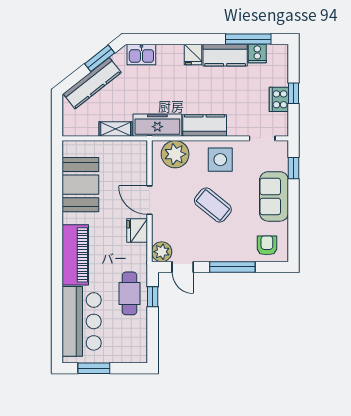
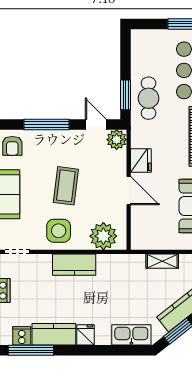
kitchen sink: (141, 55) -> (131, 335), width x1.38
freezer: (157, 125) -> (121, 265), removed
coffee table: (213, 205) -> (66, 186), turned 58
window: (153, 297) -> (126, 95), width x1.50

